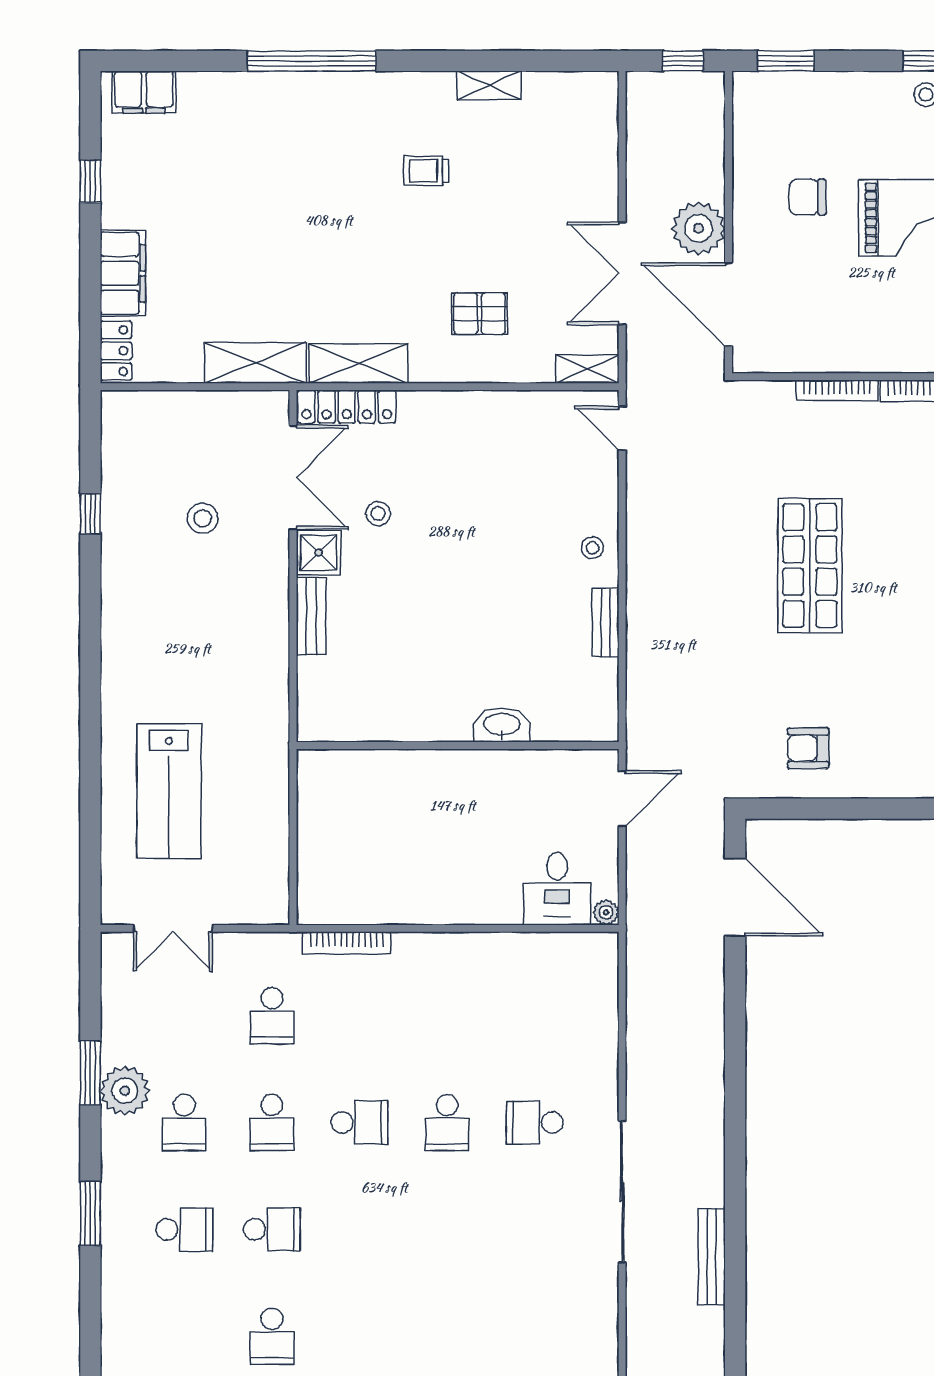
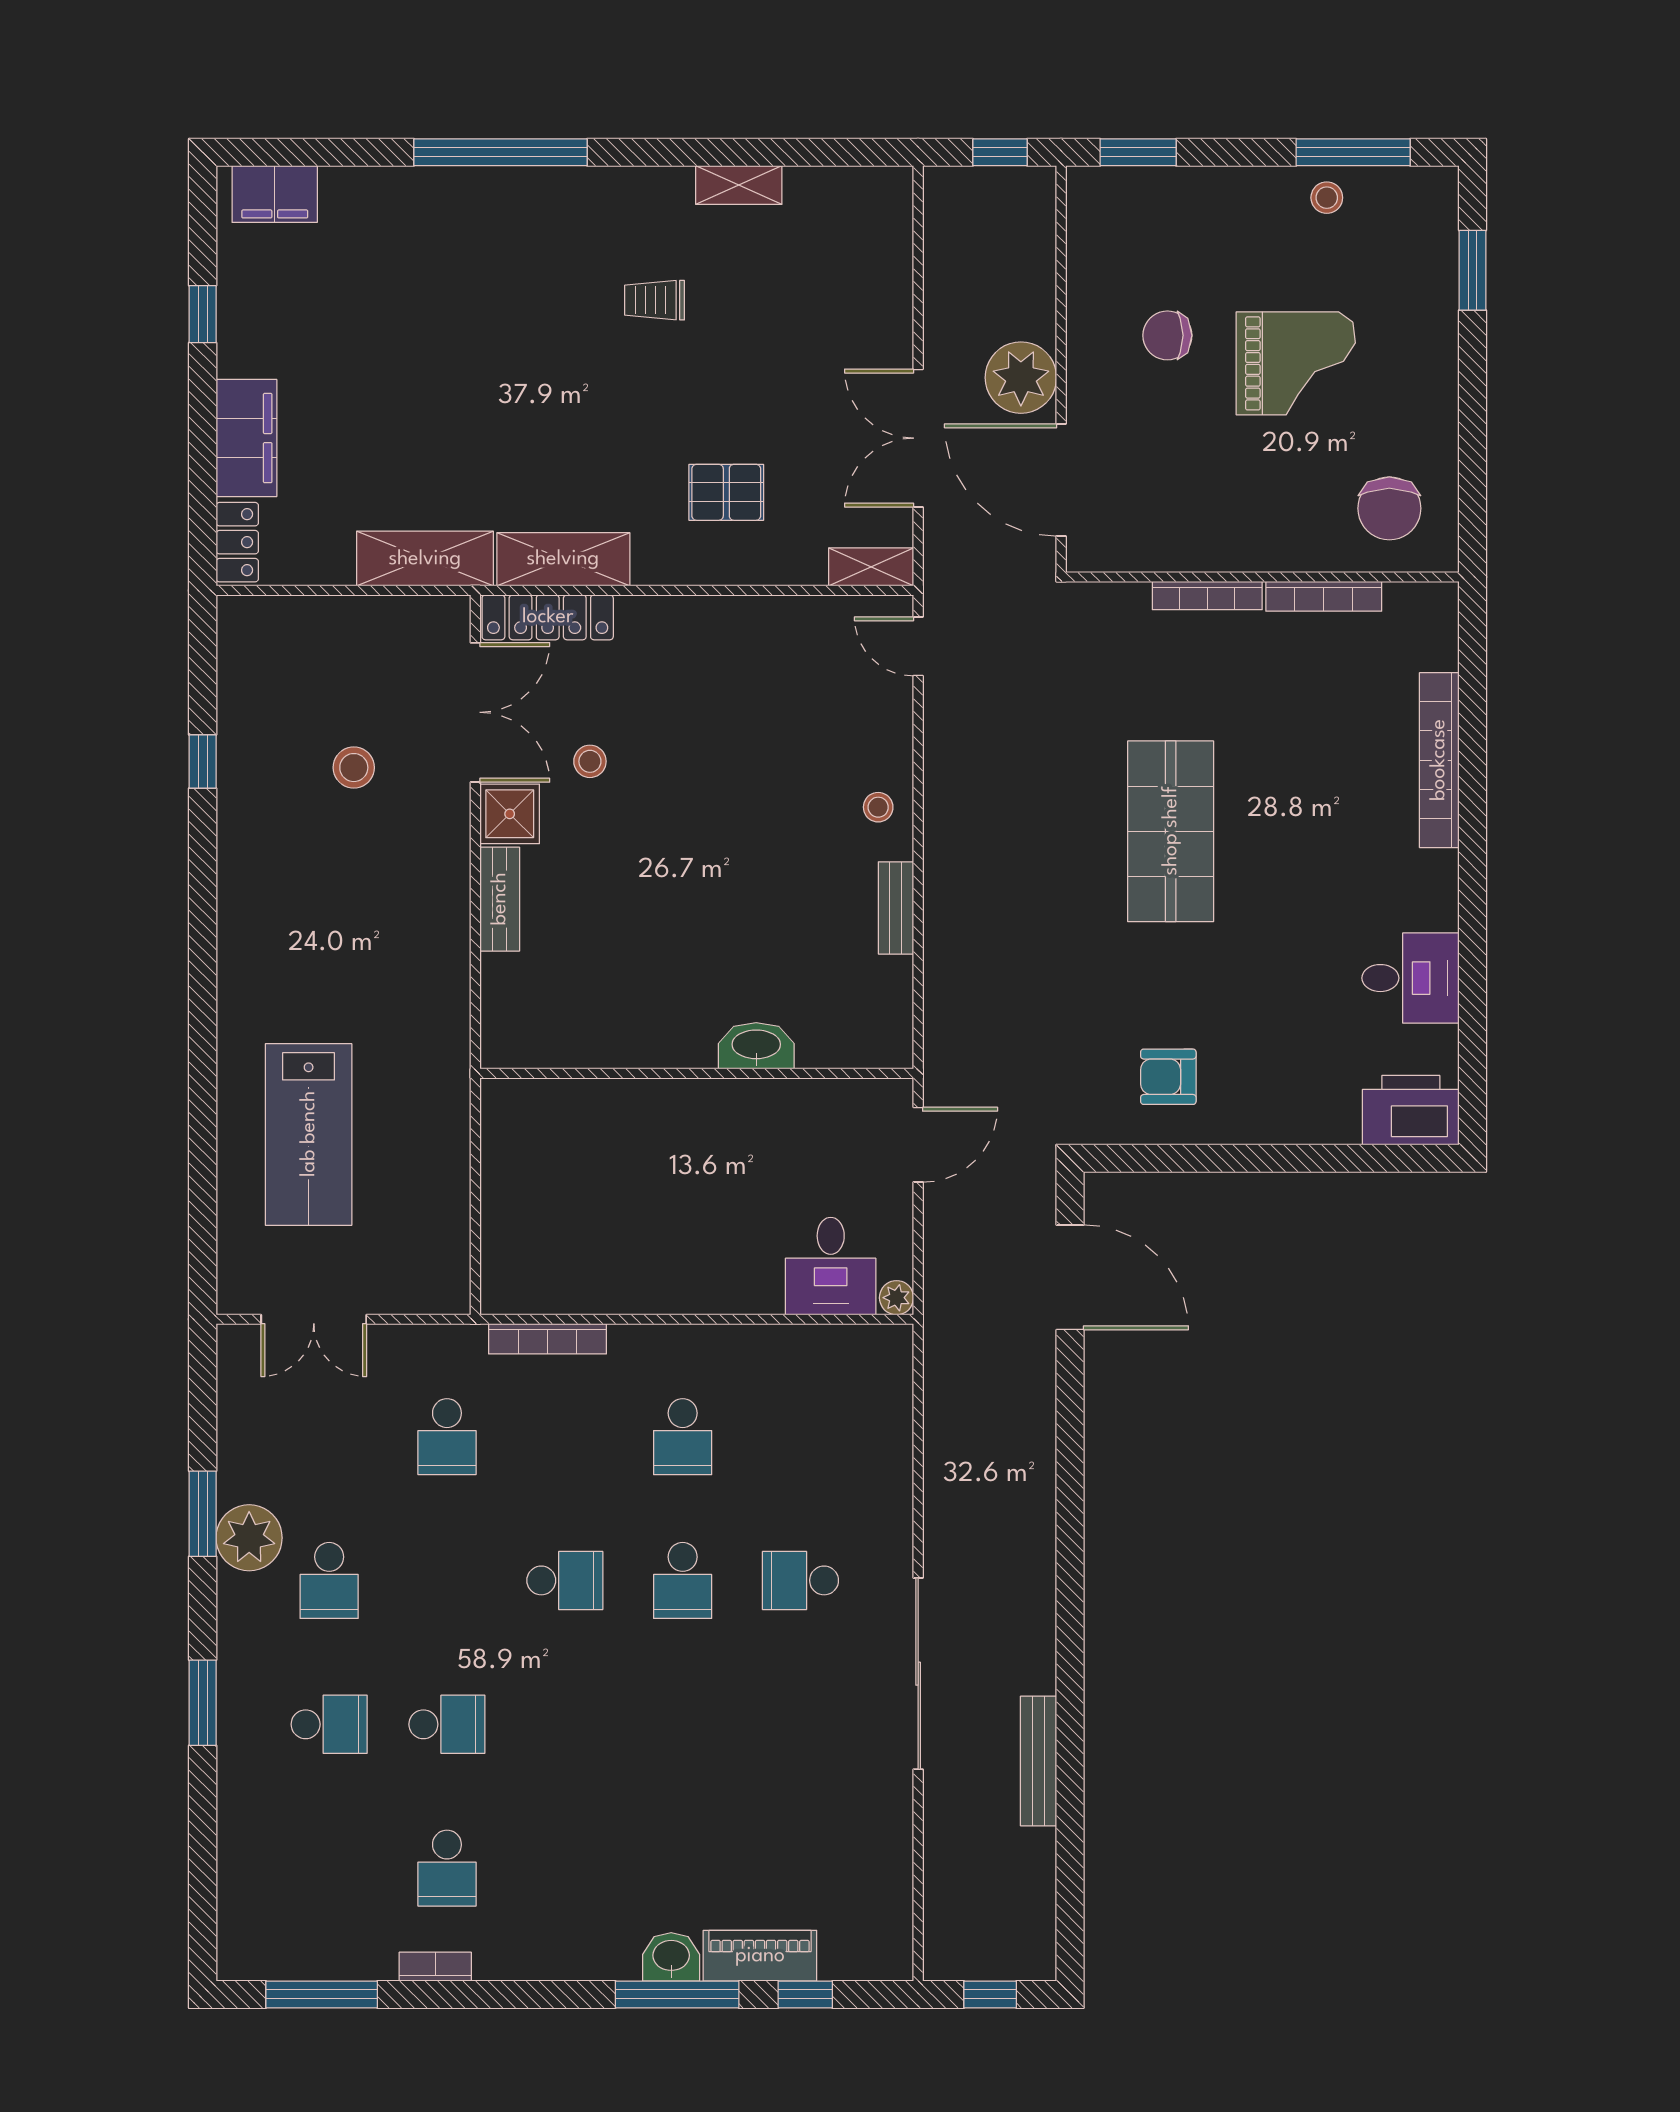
school desk: (272, 1122) -> (683, 1437), moved

